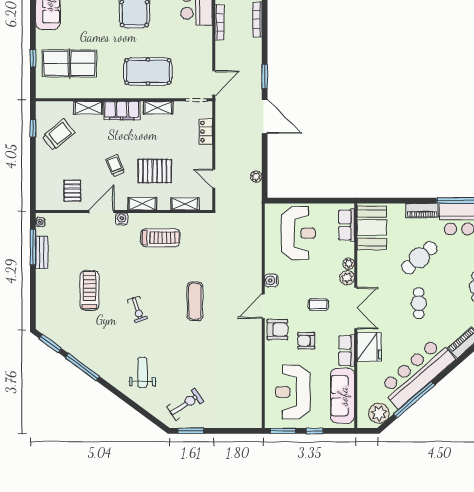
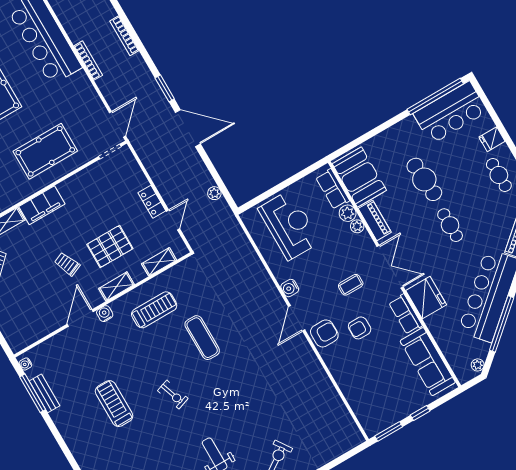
shelving: (158, 108) -> (76, 181), removed
locker: (206, 132) -> (152, 202), moved
door: (214, 179) -> (173, 220), swing flipped
pallet: (72, 191) -> (39, 314), removed
piano: (422, 211) -> (375, 220), moved, turned -90
cafe table: (419, 258) -> (424, 179), turned -53
plant: (347, 278) -> (348, 213), moved
exercise mat: (195, 301) -> (202, 338), moved
reception desk: (293, 392) -> (376, 387), removed
plant: (379, 413) -> (478, 365), width x0.53, depth x0.53

